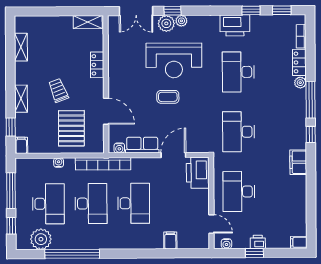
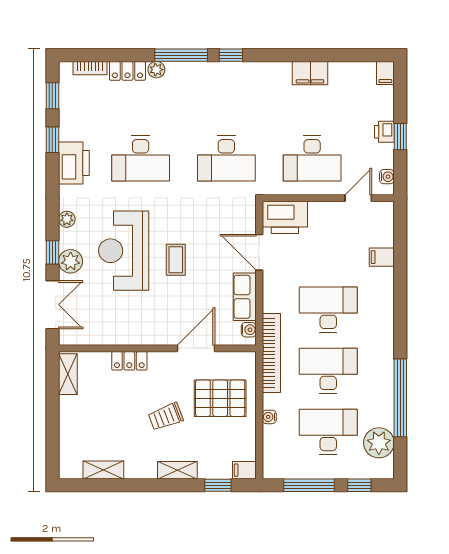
plant: (181, 21) -> (67, 219), moved
reception desk: (174, 60) -> (124, 251), turned 180
filing cabinet: (298, 162) -> (310, 73), moved

